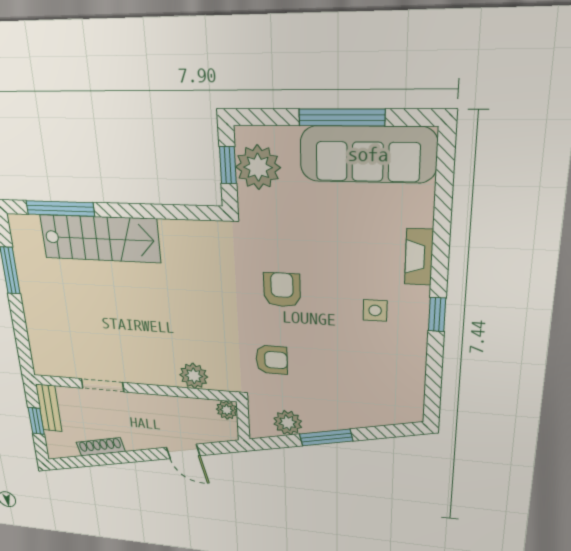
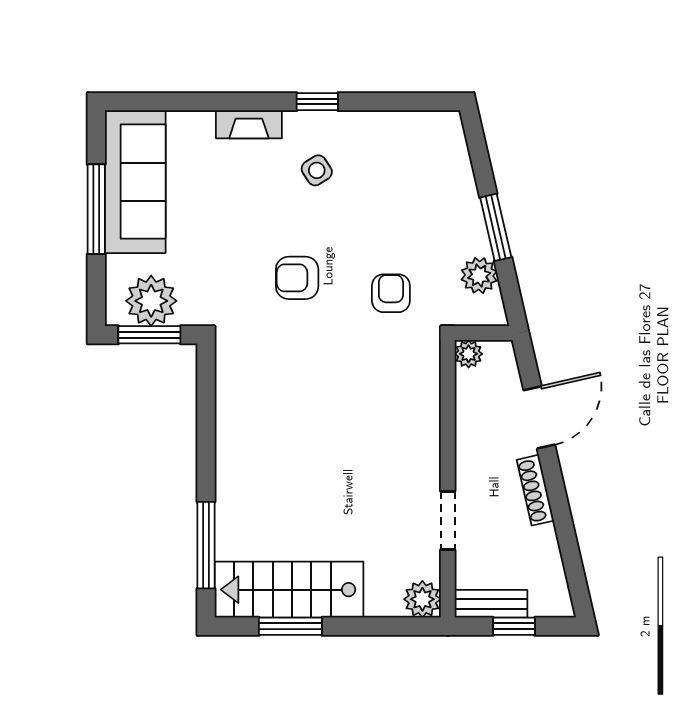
window: (228, 165) -> (149, 335), width x1.50
stairs: (100, 239) -> (289, 590), moved, turned -90
side table: (375, 310) -> (317, 170), turned -33
plant: (194, 376) -> (422, 599), moved
shoe rack: (101, 447) -> (535, 490), moved
door: (183, 451) -> (539, 417), width x1.37

